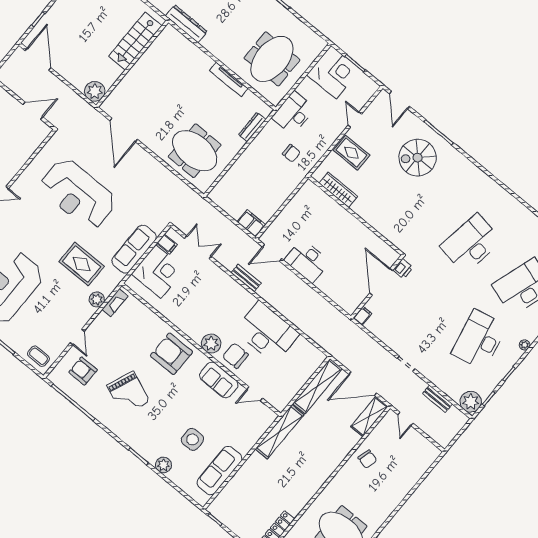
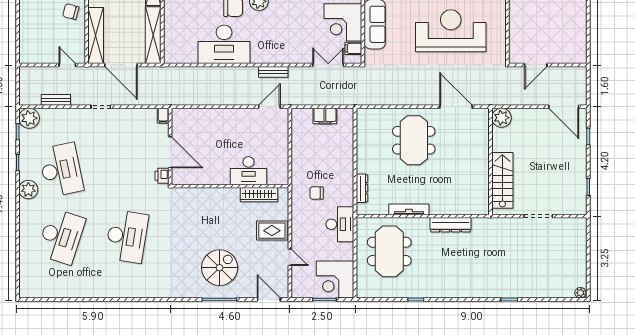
dresser: (186, 24) -> (451, 225), moved
meeting table: (195, 151) -> (414, 140), moved, turned 90
filing cabinet: (251, 223) -> (325, 116), moved
double door: (198, 247) -> (328, 65), swing flipped
desk: (307, 261) -> (249, 171), moved, turned 180
plant: (525, 345) -> (28, 190), width x1.87, depth x1.87
door: (363, 384) -> (121, 65), swing flipped
shelving: (369, 417) -> (96, 36), width x1.47

